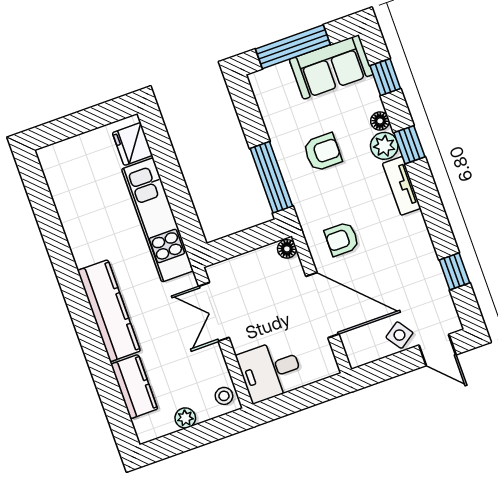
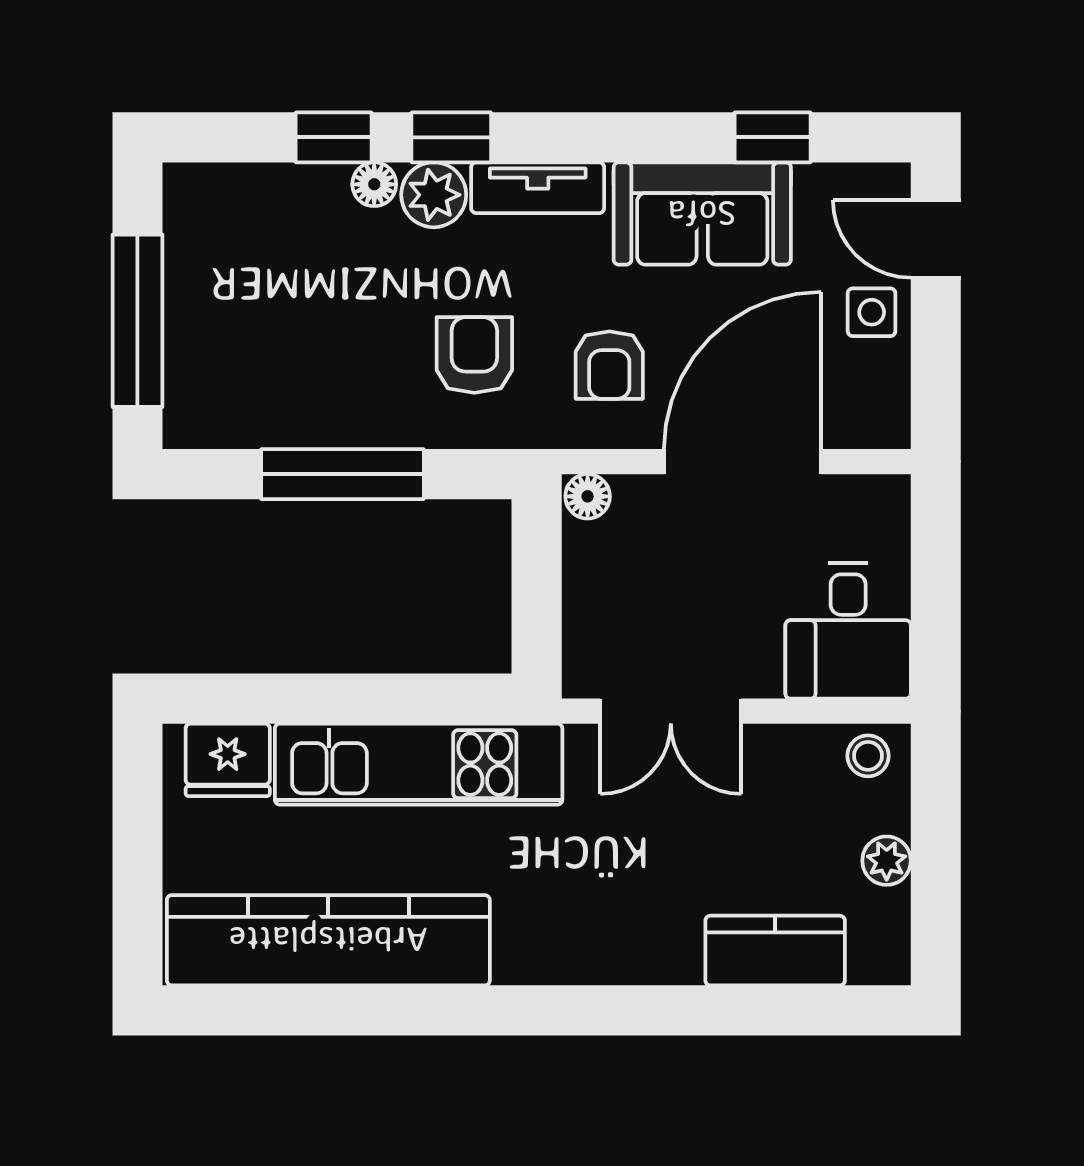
sofa: (331, 67) -> (702, 214), moved, turned 90
window: (385, 77) -> (334, 137), moved
armchair: (322, 152) -> (474, 355), moved
window: (271, 177) -> (342, 474), moved
kitchen counter: (109, 311) -> (328, 940), moved, width x1.39, depth x1.17
side table: (399, 335) -> (872, 312), turned 35
door: (437, 350) -> (936, 239), swing flipped

